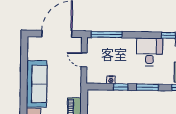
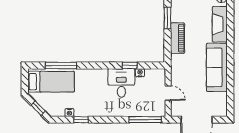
desk: (150, 52) -> (121, 83), moved, turned 180
window: (147, 87) -> (102, 65), removed

